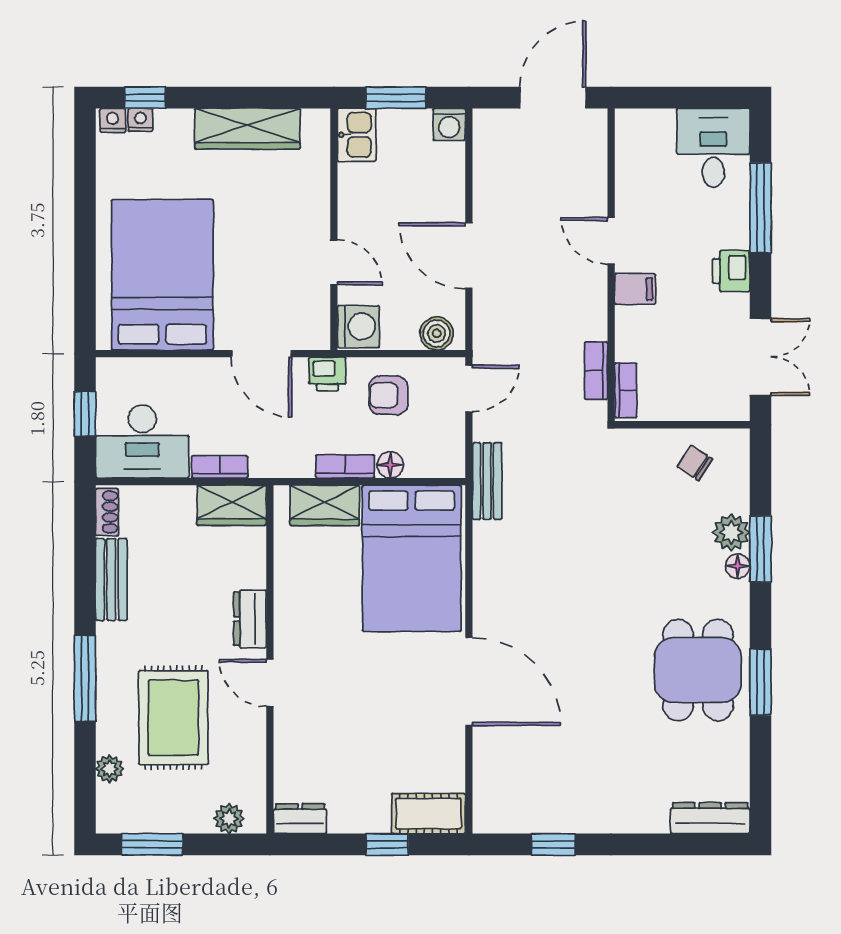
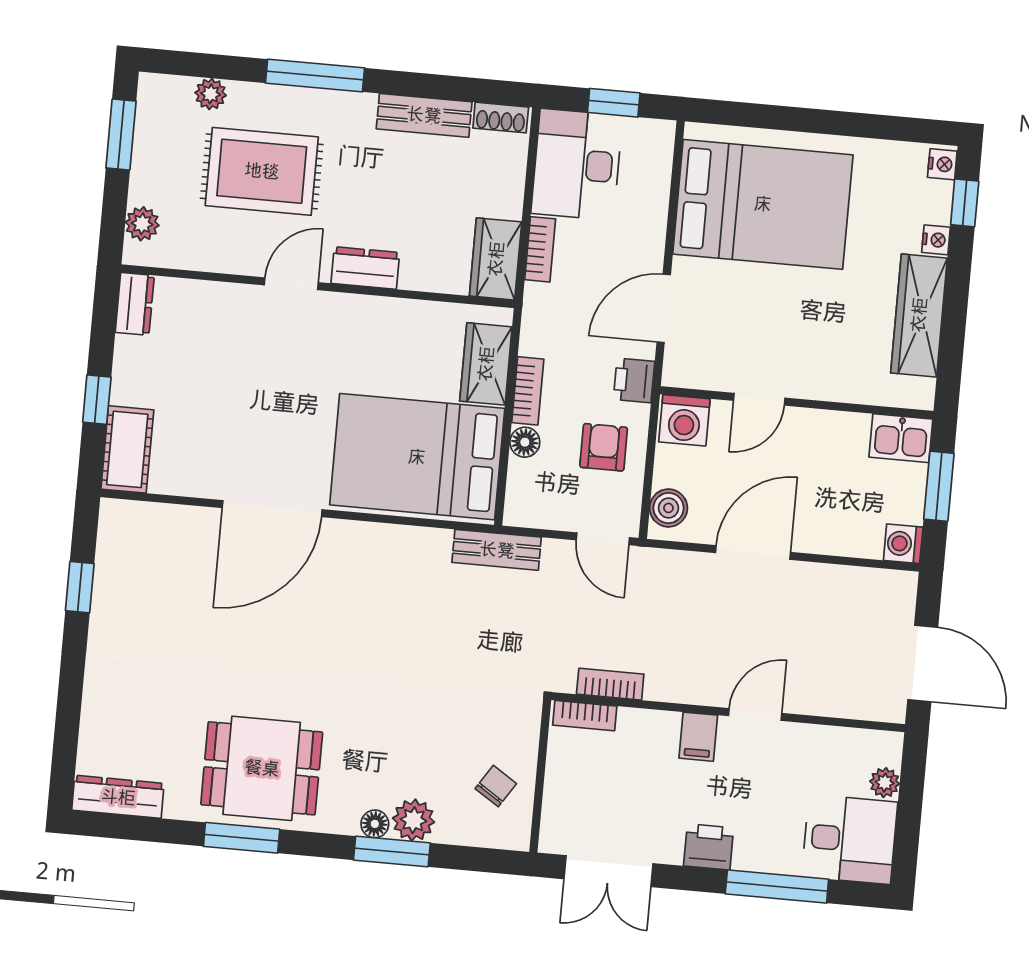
nightstand: (140, 120) -> (936, 240), moved
plant: (661, 122) -> (885, 783), added
dresser: (710, 818) -> (118, 797), moved, turned -90

